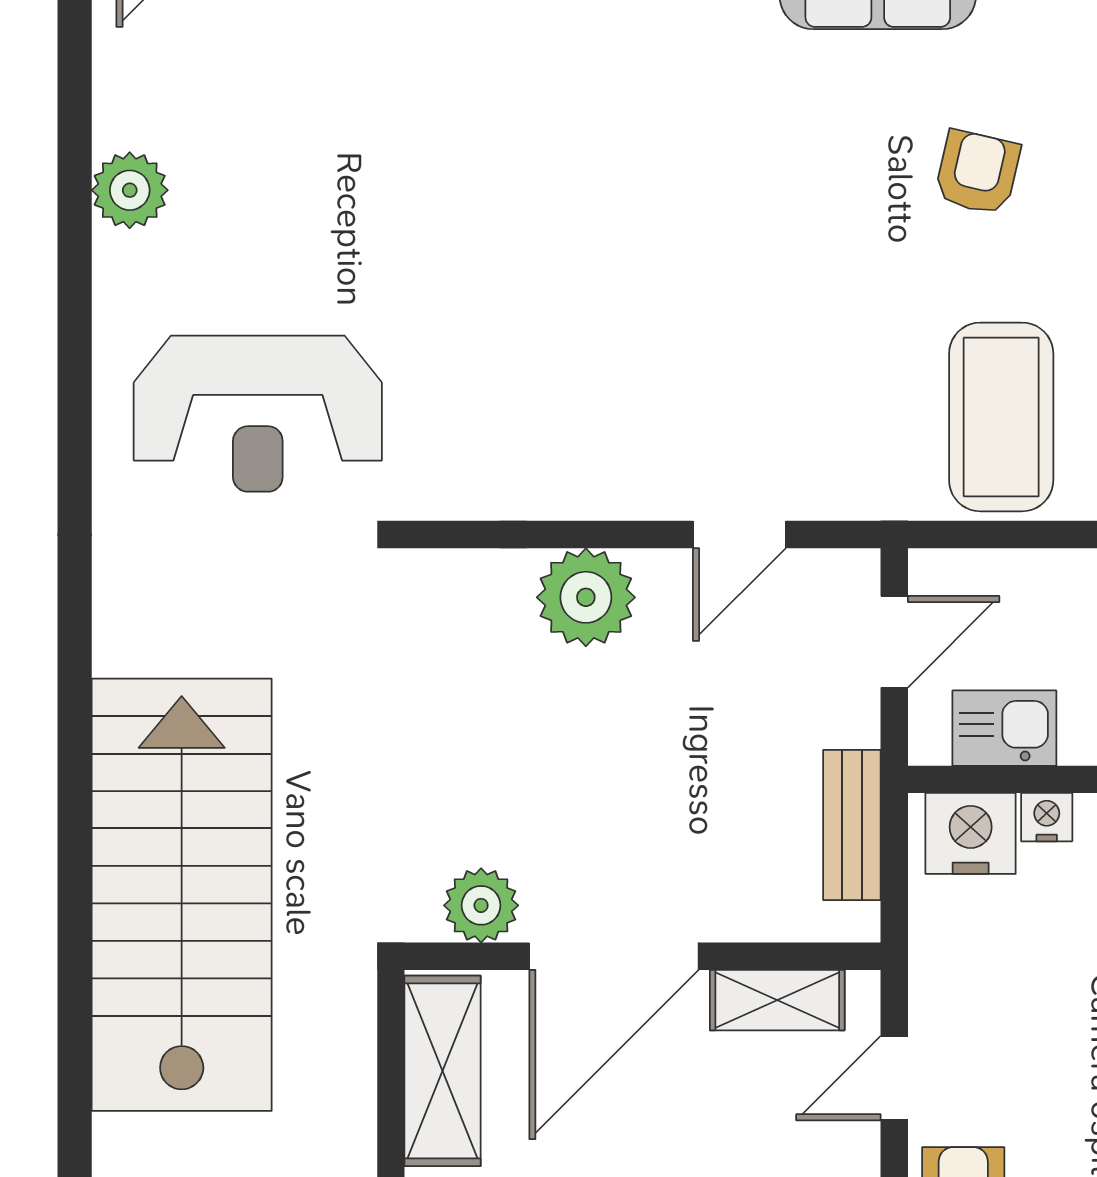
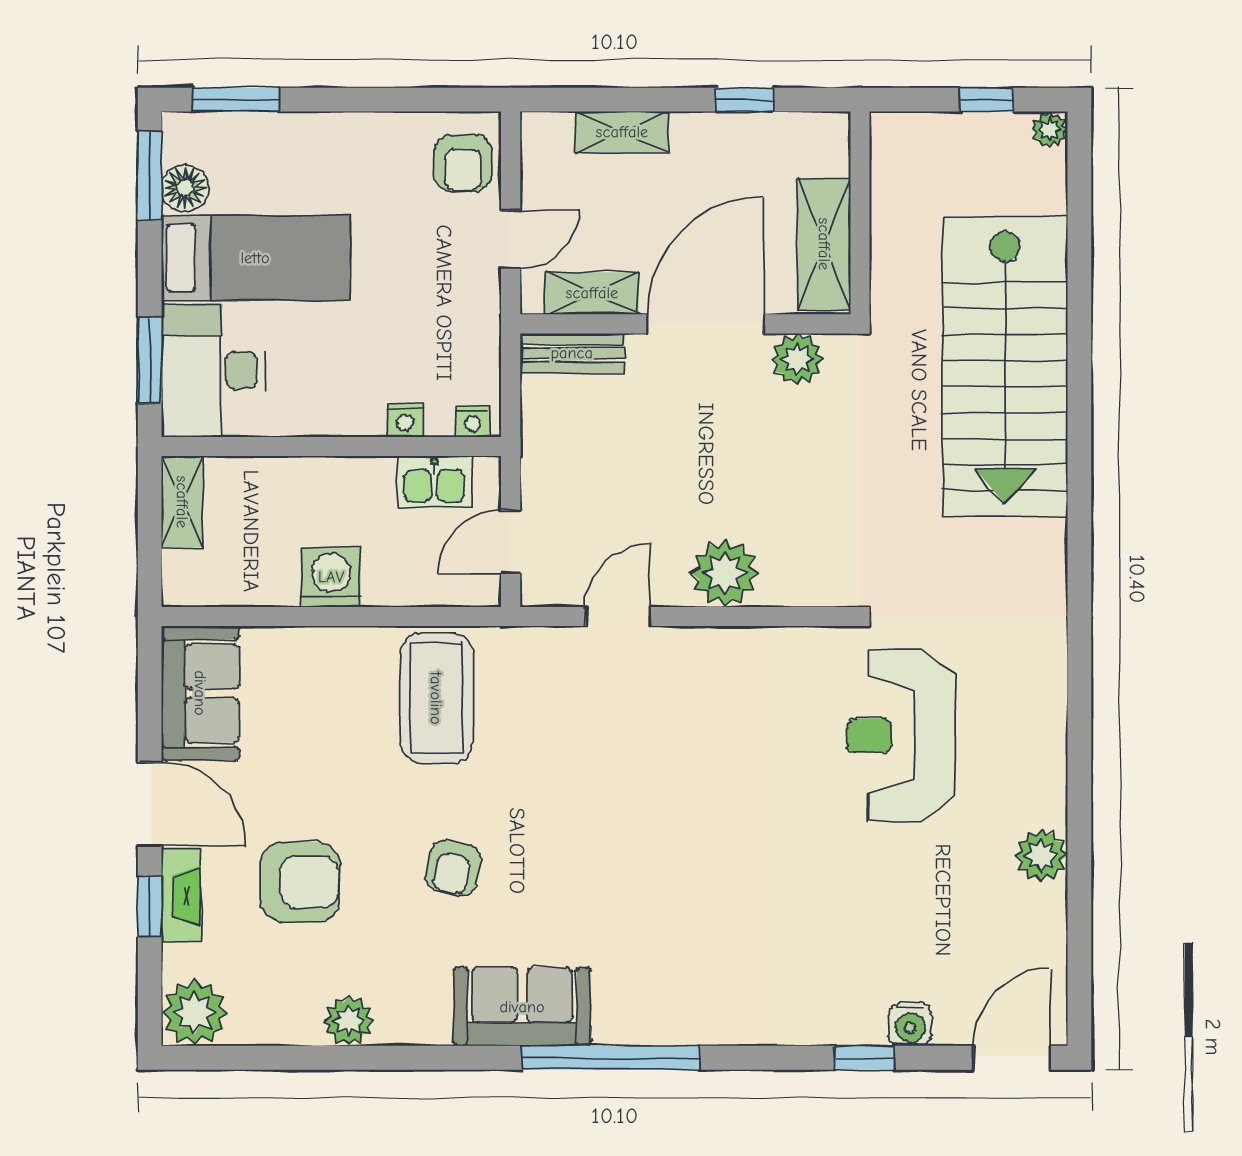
reception desk: (258, 414) -> (900, 736), moved, turned -90
bench: (852, 825) -> (572, 353), moved, turned 90
nightstand: (971, 833) -> (472, 421), width x0.53, depth x0.56

